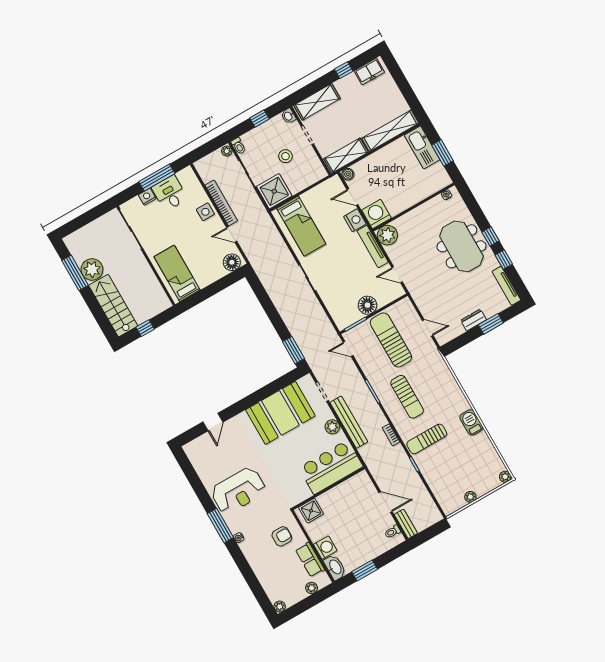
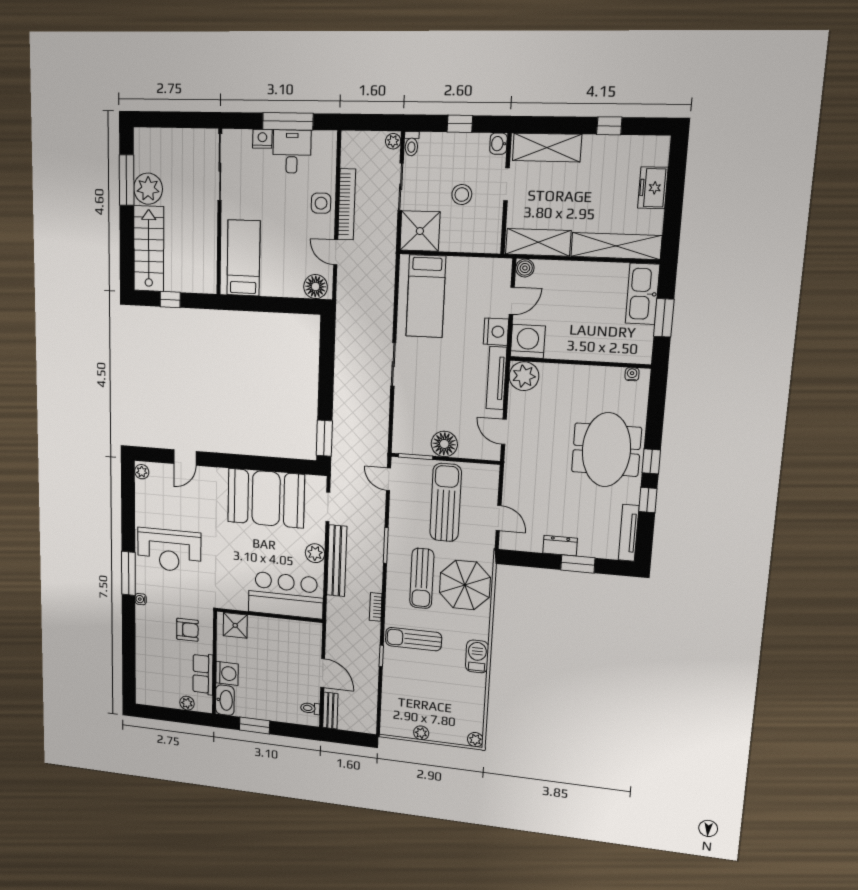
freezer: (369, 71) -> (653, 188), moved, turned 90
door: (352, 197) -> (512, 301), swing flipped
parasol: (435, 383) -> (465, 585), added
plant: (280, 606) -> (142, 472), moved

